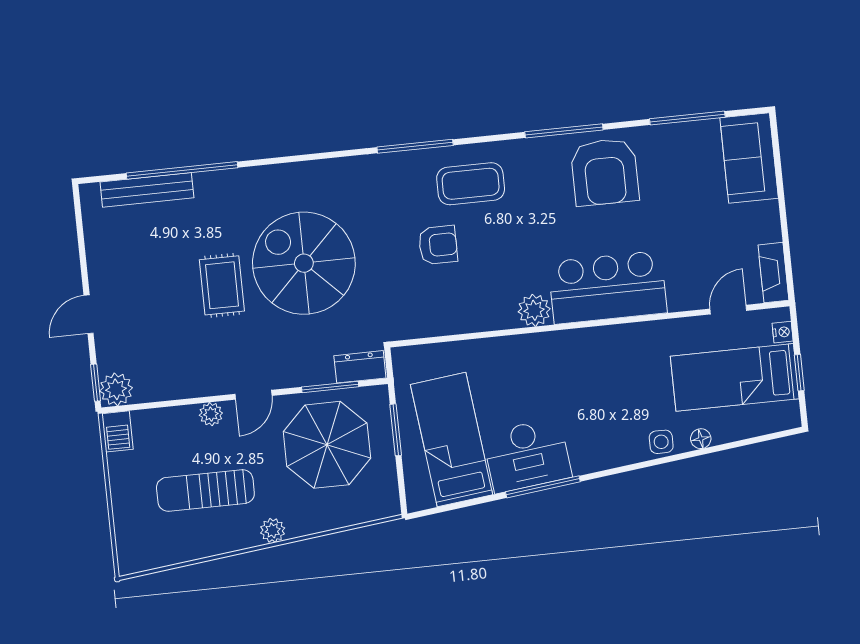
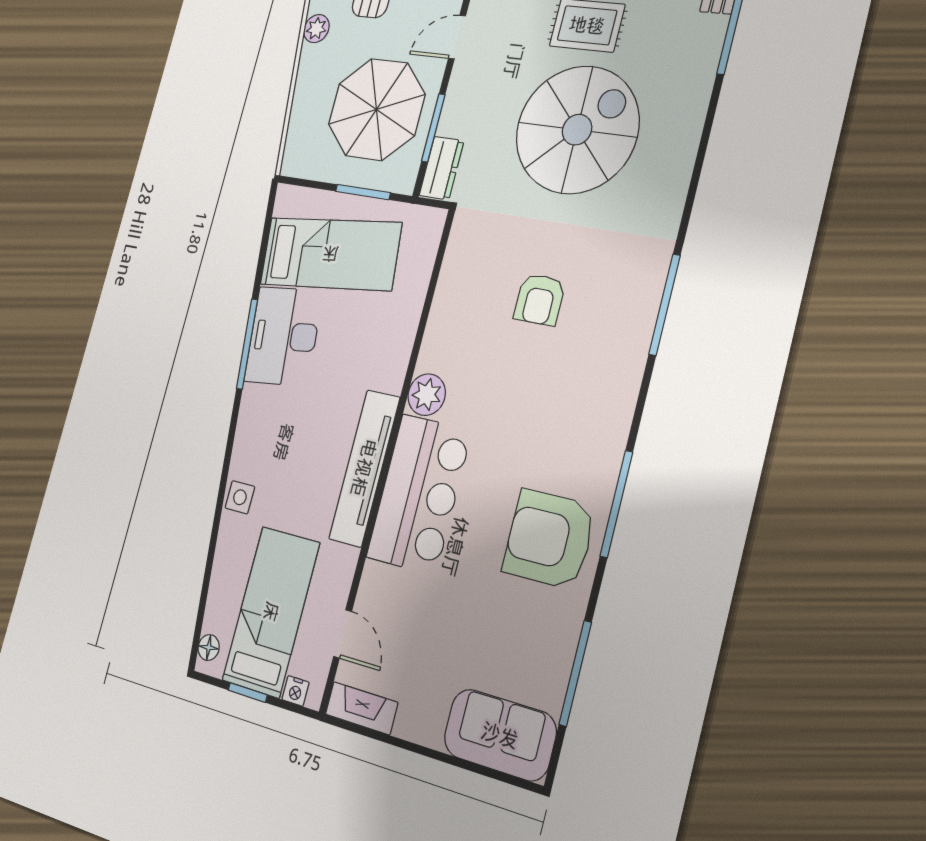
coffee table: (471, 184) -> (595, 362), removed
tv unit: (604, 341) -> (364, 468), added
door: (253, 395) -> (457, 37), hinge flipped
floor lamp: (701, 439) -> (209, 648), moved

